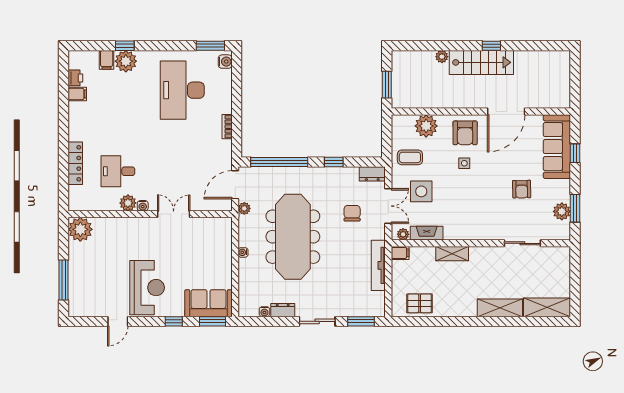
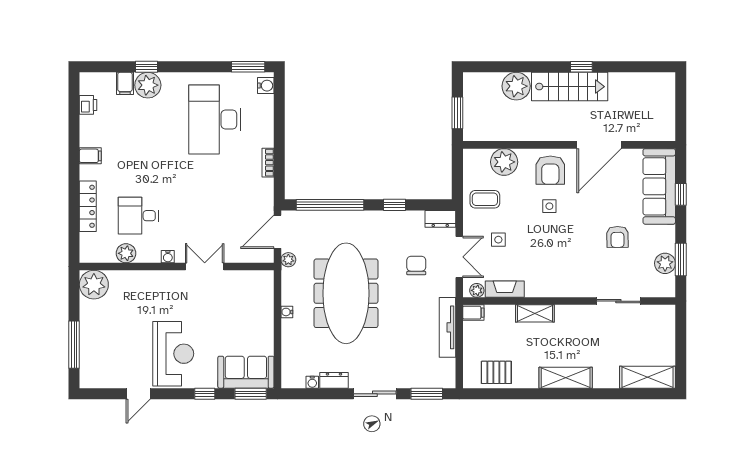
plant: (442, 57) -> (516, 86), width x1.88, depth x1.88
filing cabinet: (77, 94) -> (90, 156), moved
side table: (421, 191) -> (498, 240), width x0.54, depth x0.54
plant: (128, 203) -> (126, 253), moved
shelving: (500, 308) -> (566, 378), moved

